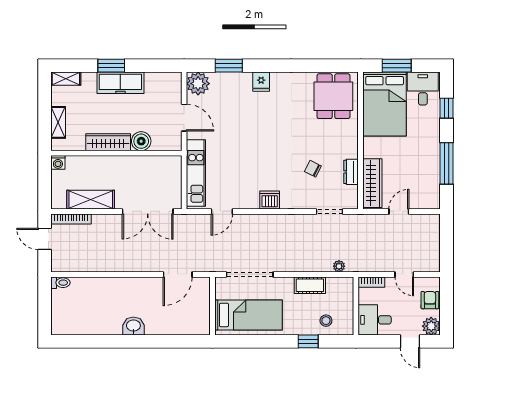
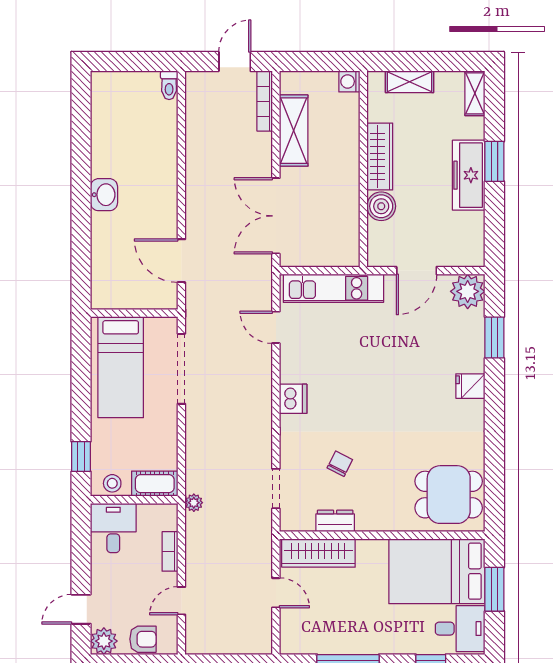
cot: (310, 285) -> (155, 484), moved, turned 90
wall: (356, 306) -> (134, 500), moved
desk: (375, 320) -> (113, 528), moved

